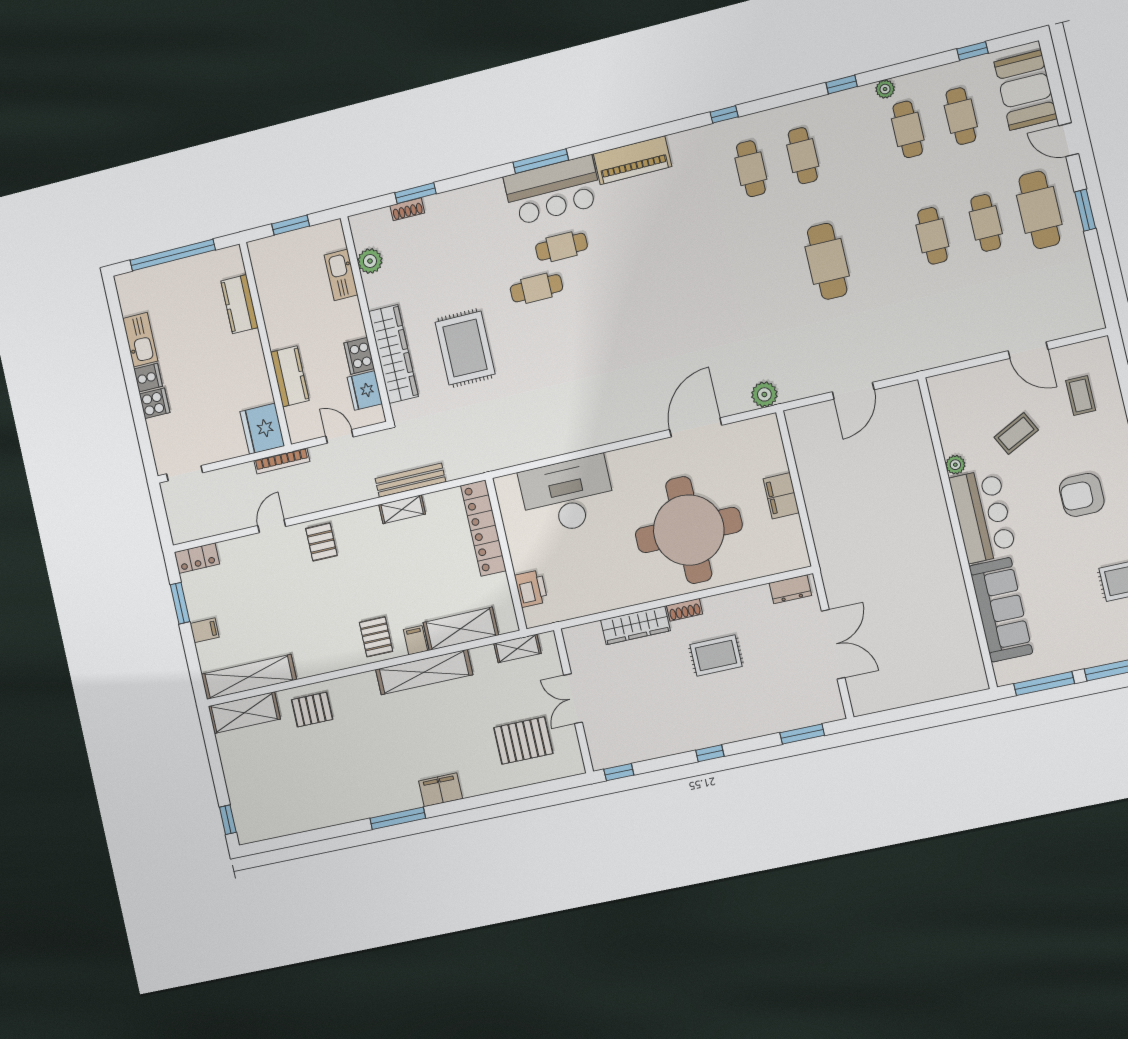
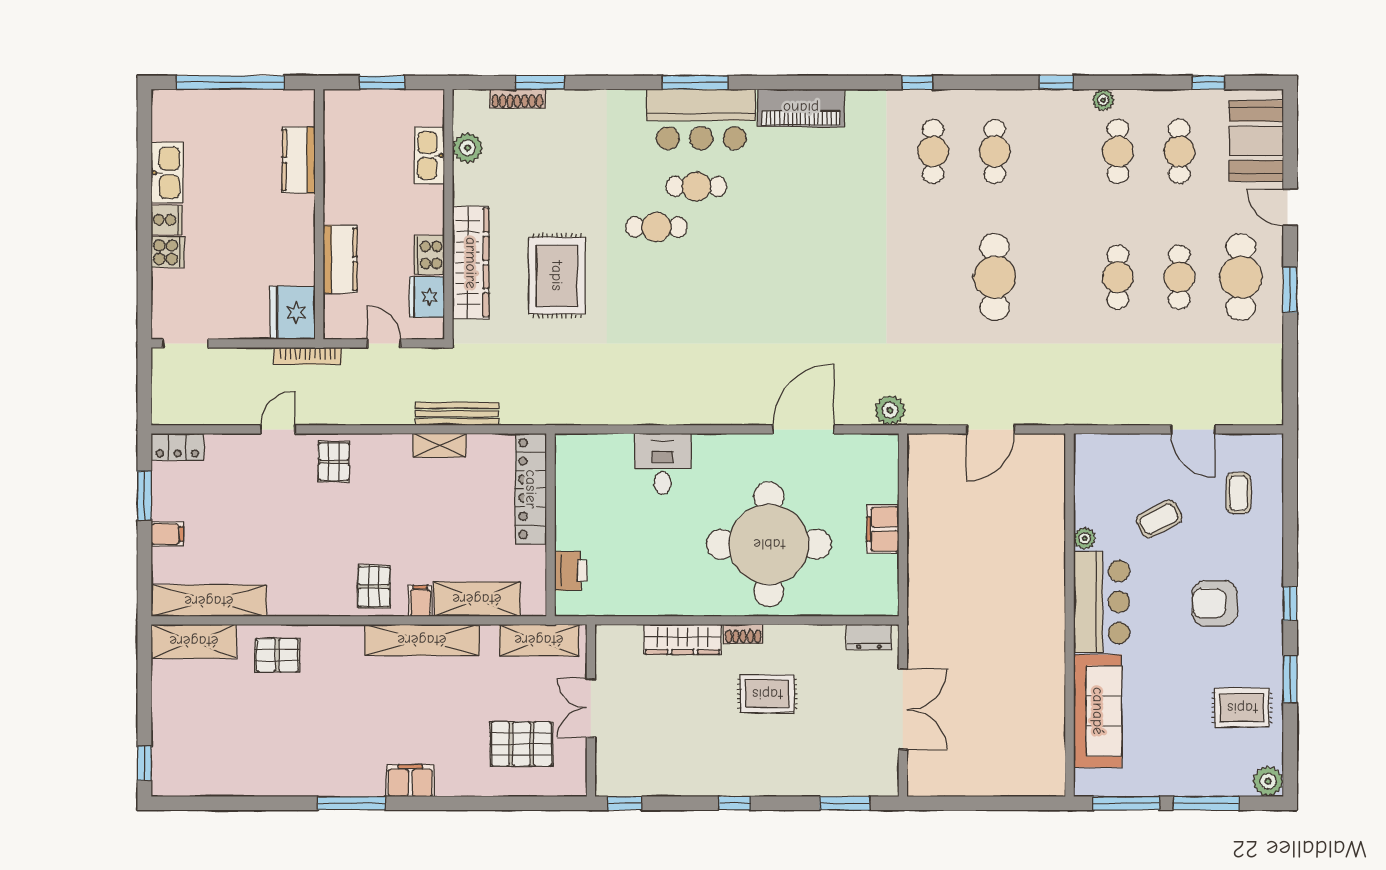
shoe rack: (407, 209) -> (517, 99), width x1.43
desk: (567, 495) -> (663, 464), width x0.53, depth x0.77
shelving: (517, 648) -> (539, 640), width x1.50, depth x1.33

